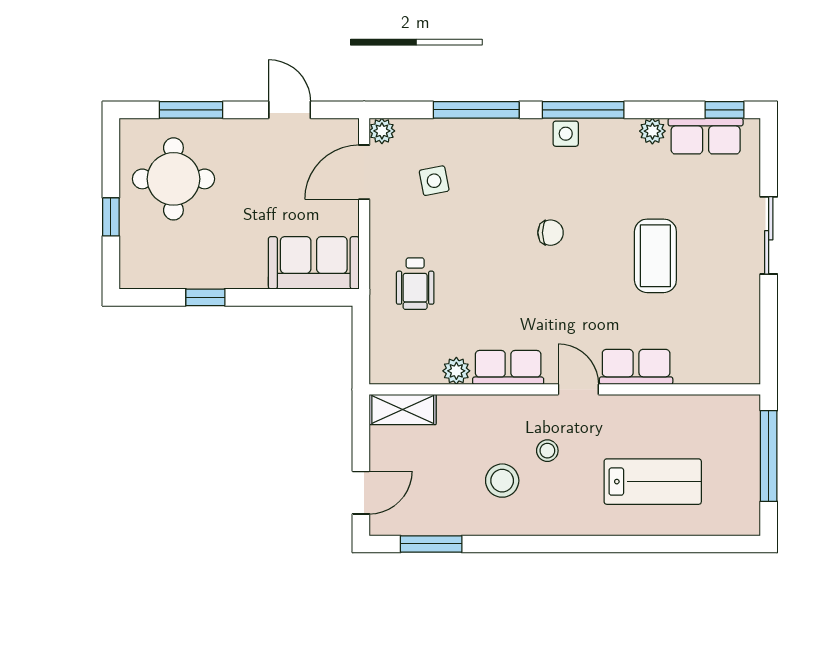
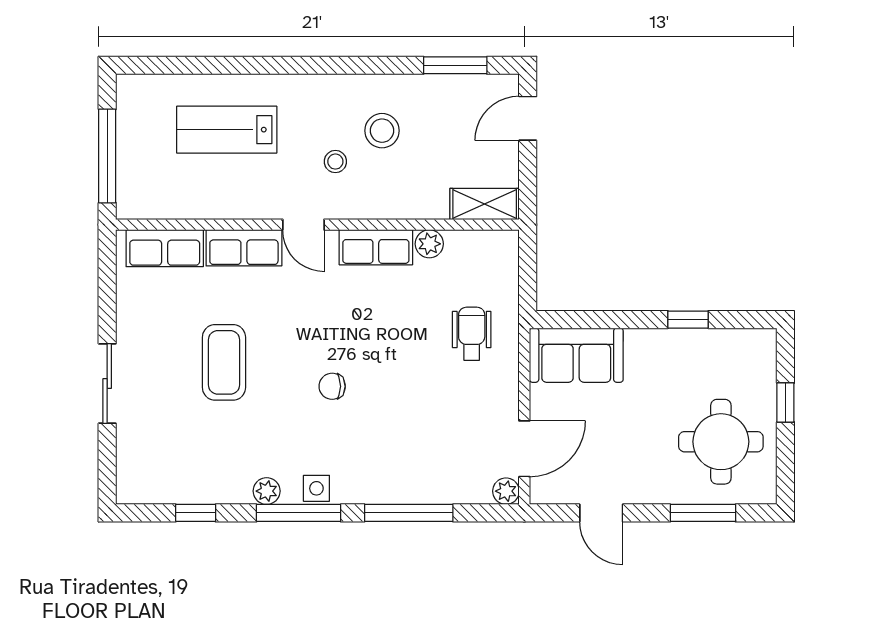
window: (724, 110) -> (196, 513), moved
plant: (652, 131) -> (267, 491), moved
row of seats: (706, 136) -> (165, 248), moved, turned 180
side table: (434, 181) -> (452, 440), removed

